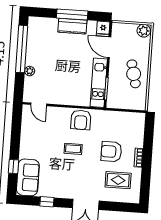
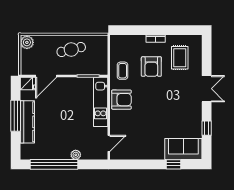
kitchen counter: (72, 26) -> (27, 122), width x1.50
kitchen unit: (99, 83) -> (101, 102), moved, turned 90
coffee table: (73, 149) -> (123, 71), moved

